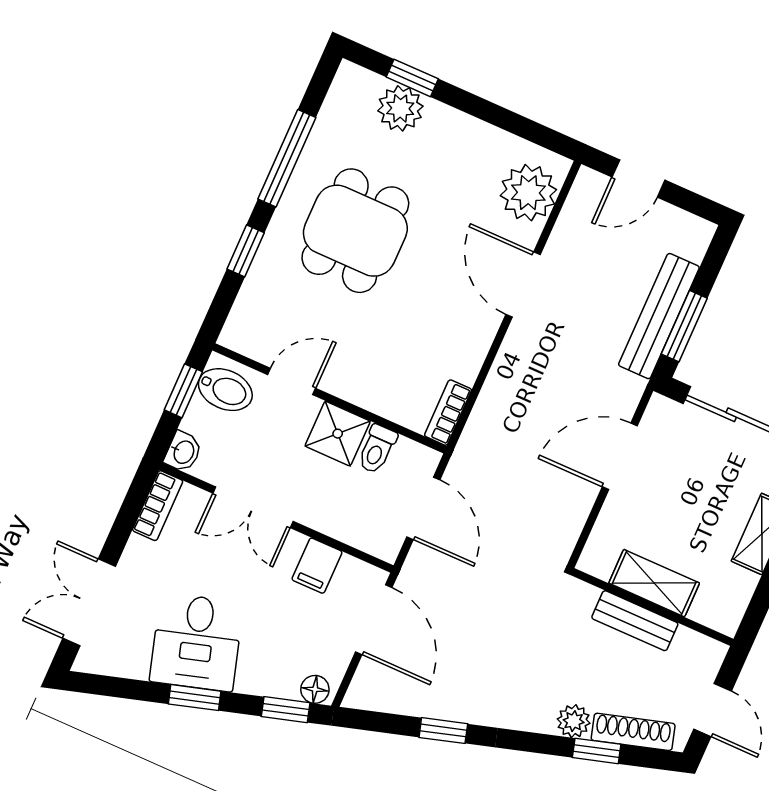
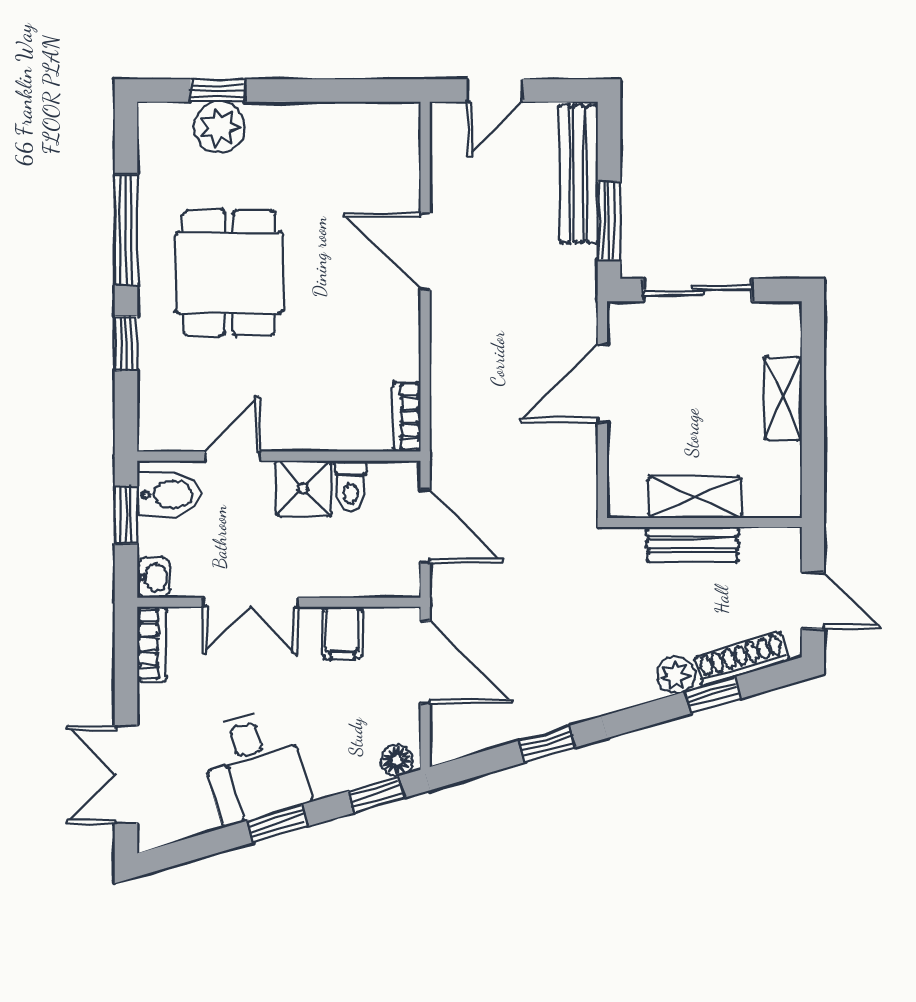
plant: (528, 193) -> (389, 155), removed
bench: (659, 316) -> (579, 174), moved

